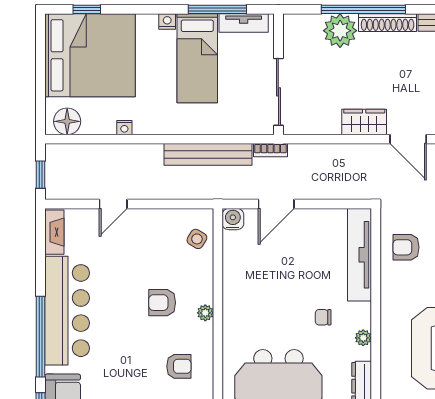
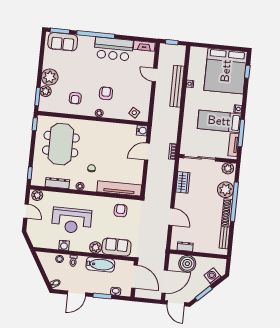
plant: (295, 30) -> (228, 168), added
floor lamp: (67, 121) -> (196, 57), removed
wardrobe: (364, 122) -> (183, 182), moved
door: (408, 139) -> (171, 217), swing flipped
bench: (208, 154) -> (177, 86), moved
door: (276, 204) -> (147, 152), hinge flipped
bar counter: (67, 311) -> (114, 49), width x0.73

